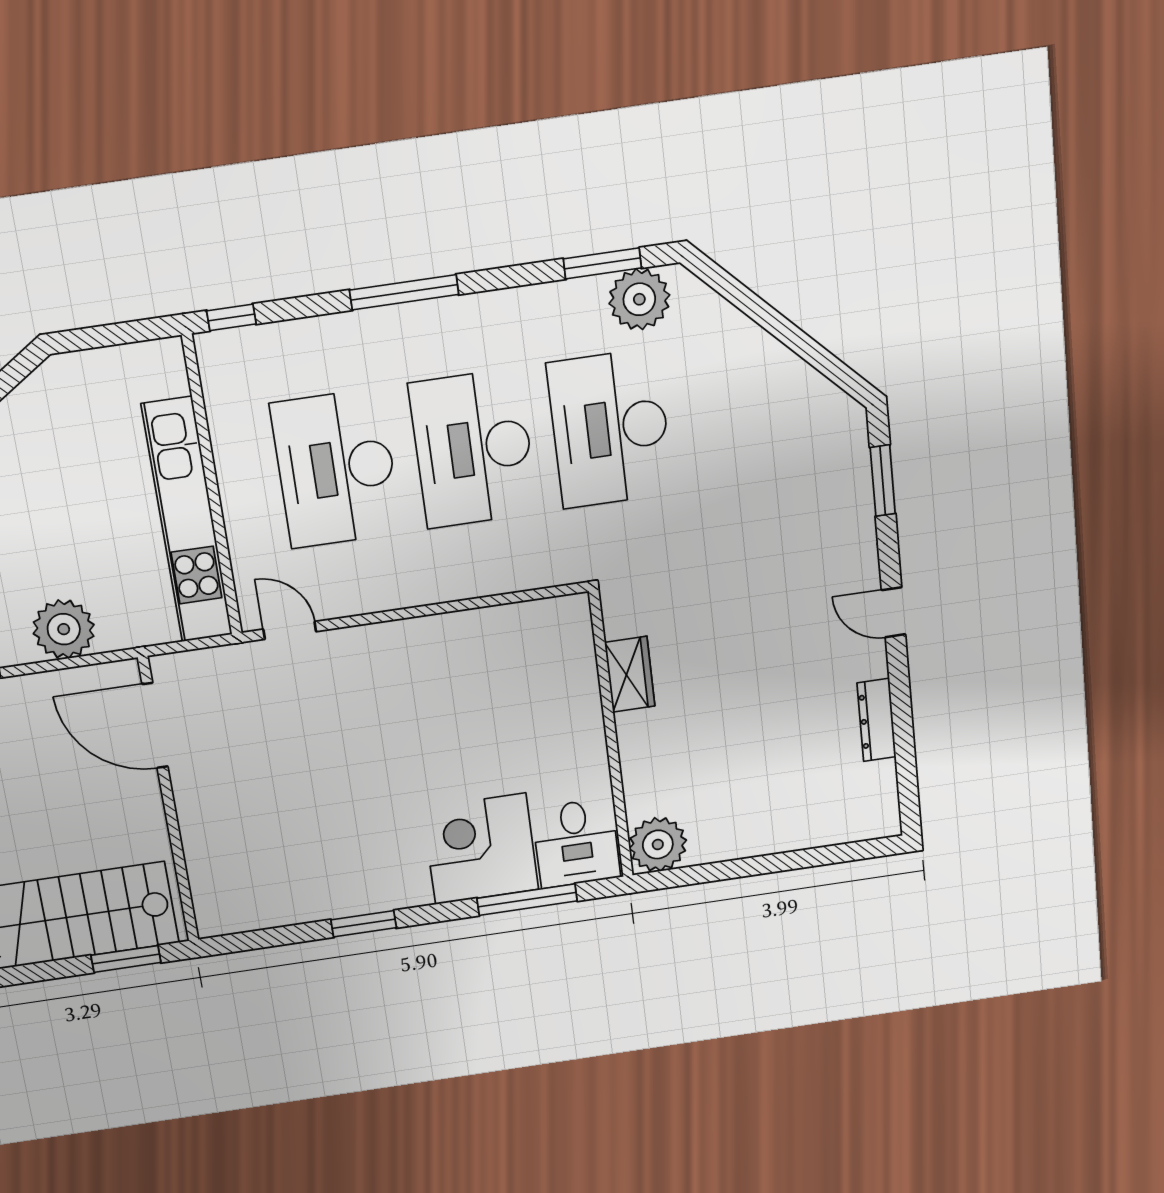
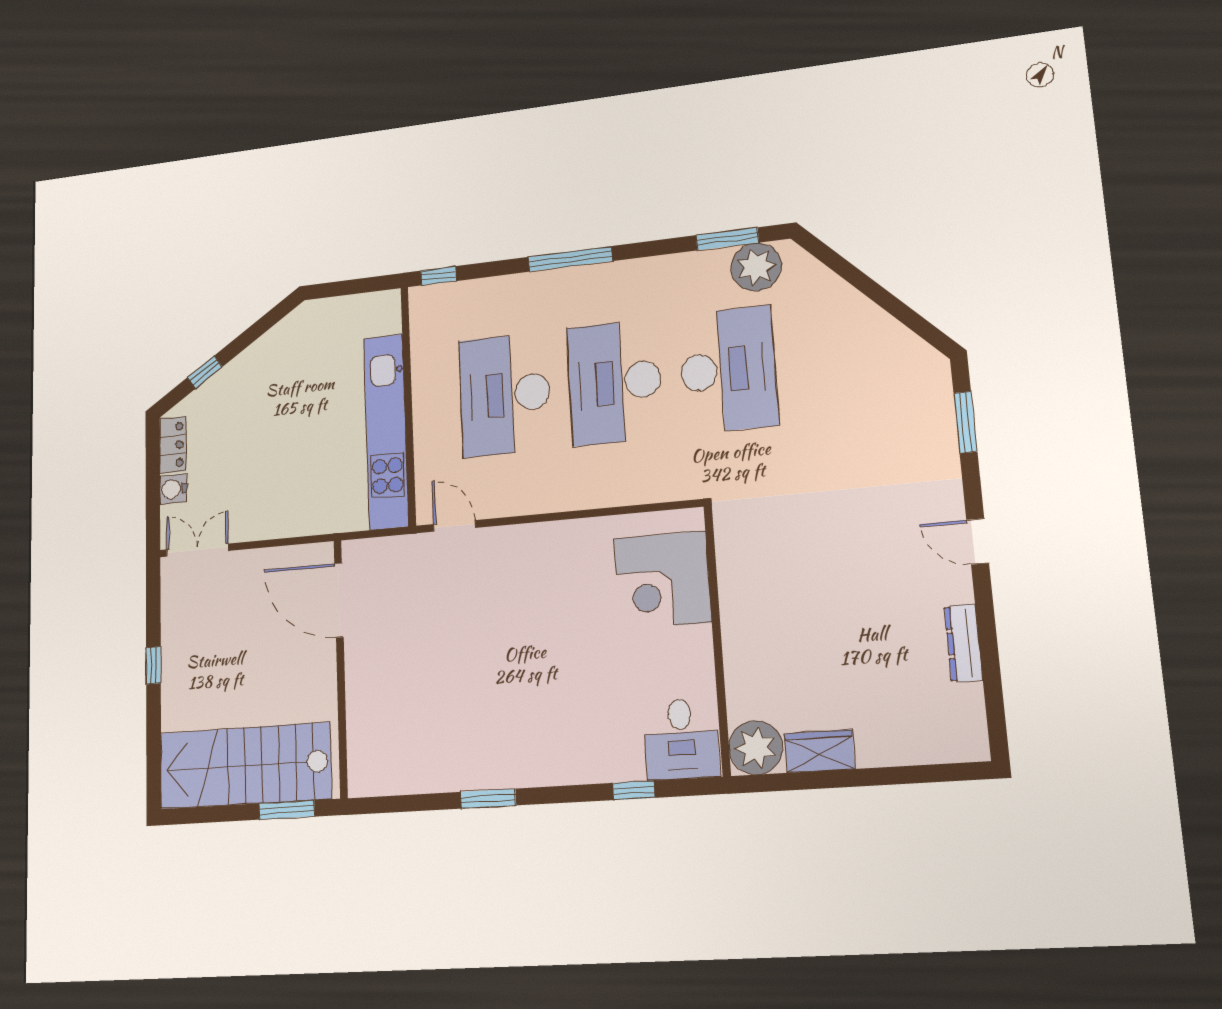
desk: (610, 429) -> (728, 370), turned 180
plant: (64, 629) -> (281, 514), removed
wardrobe: (630, 674) -> (819, 751), moved, turned -90
corner desk: (481, 849) -> (662, 580), moved, turned -90
window: (527, 900) -> (634, 790), width x0.46

